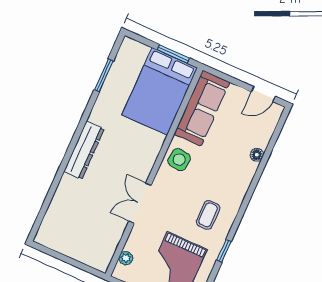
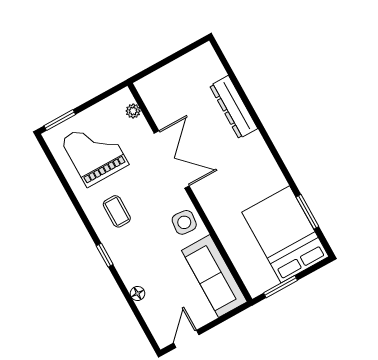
bed: (160, 91) -> (285, 234), moved
dresser: (84, 150) -> (234, 107), moved
double door: (140, 203) -> (172, 159), width x1.37
window: (224, 251) -> (105, 255), moved

